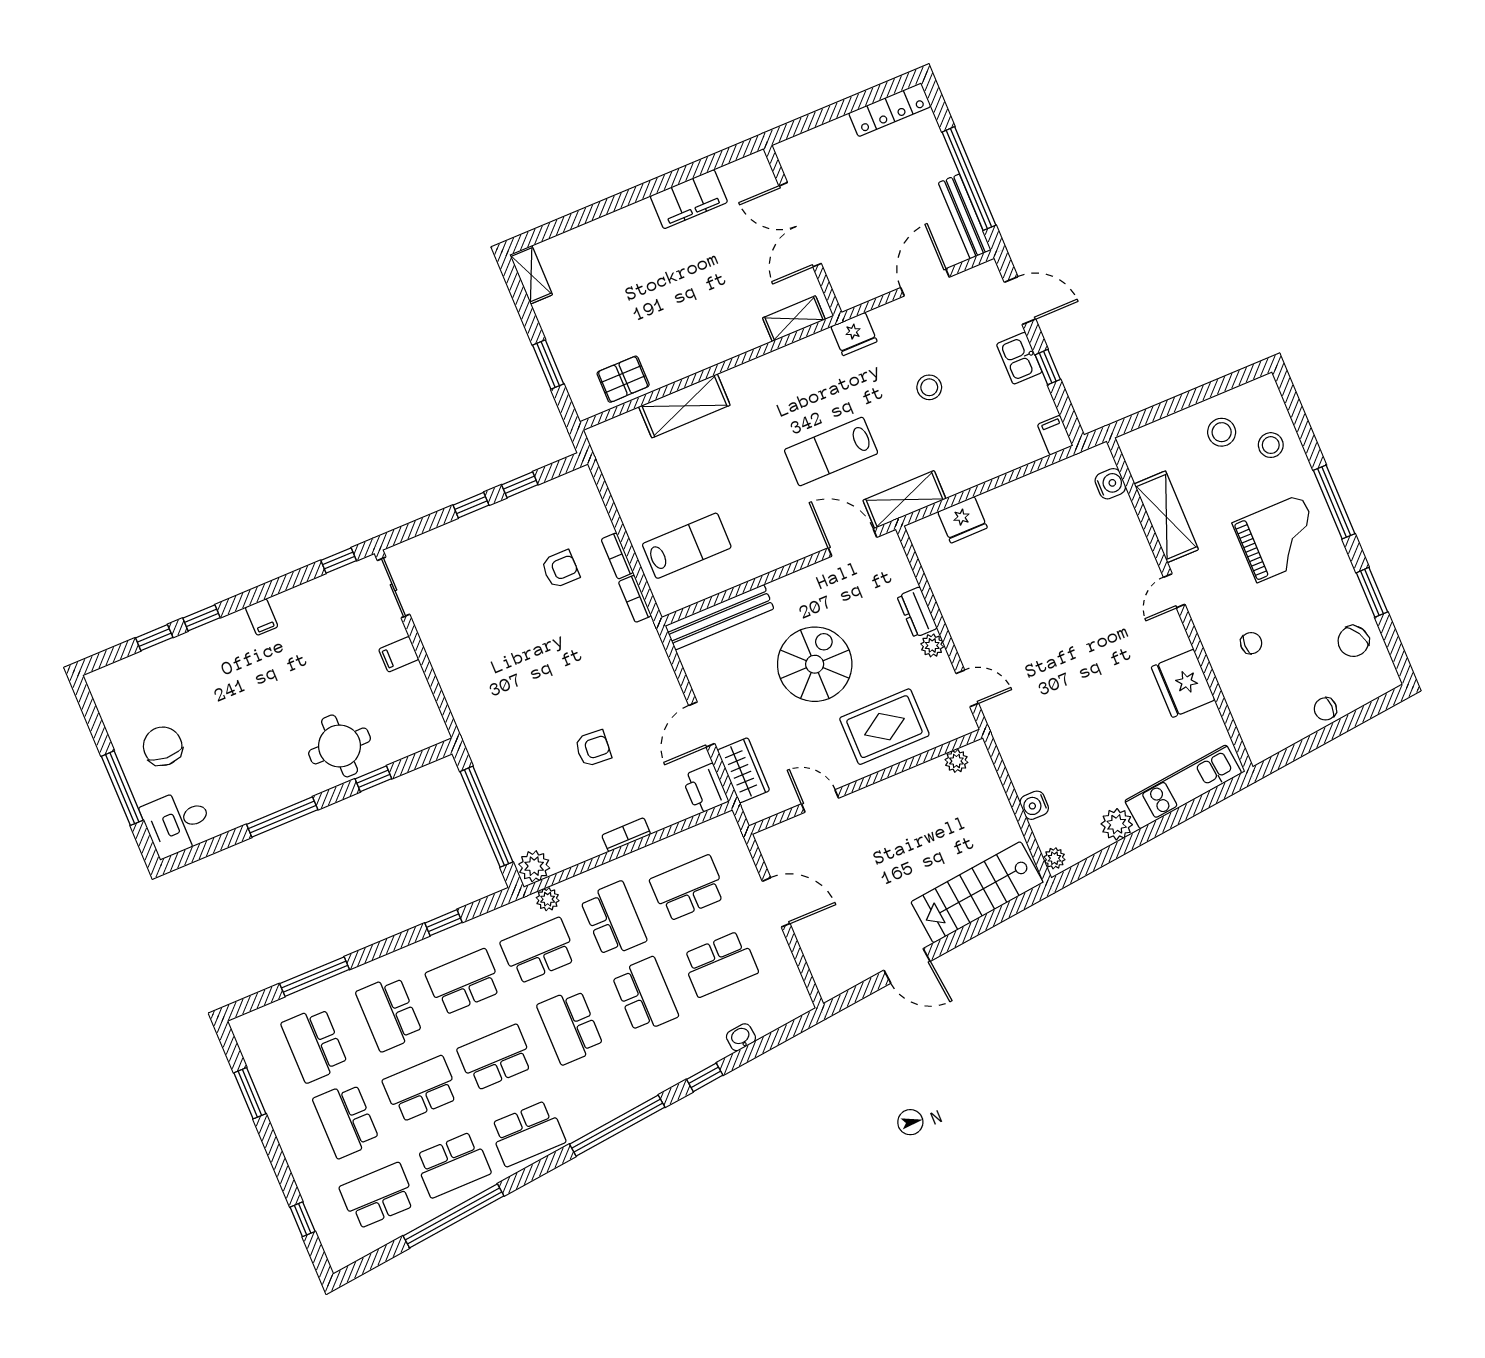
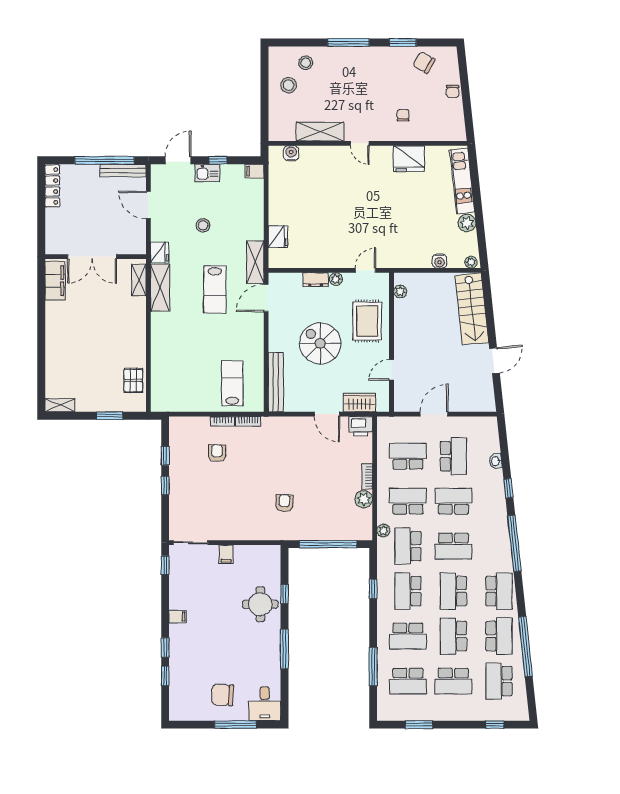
filing cabinet: (689, 199) -> (55, 281), moved
shelving: (684, 406) -> (160, 288), moved
grand piano: (1279, 538) -> (355, 78), removed
chair: (1353, 641) -> (424, 62), turned 149
armchair: (593, 748) -> (284, 503), moved
plant: (534, 866) -> (364, 499), moved
school desk: (688, 888) -> (408, 456), turned 90

